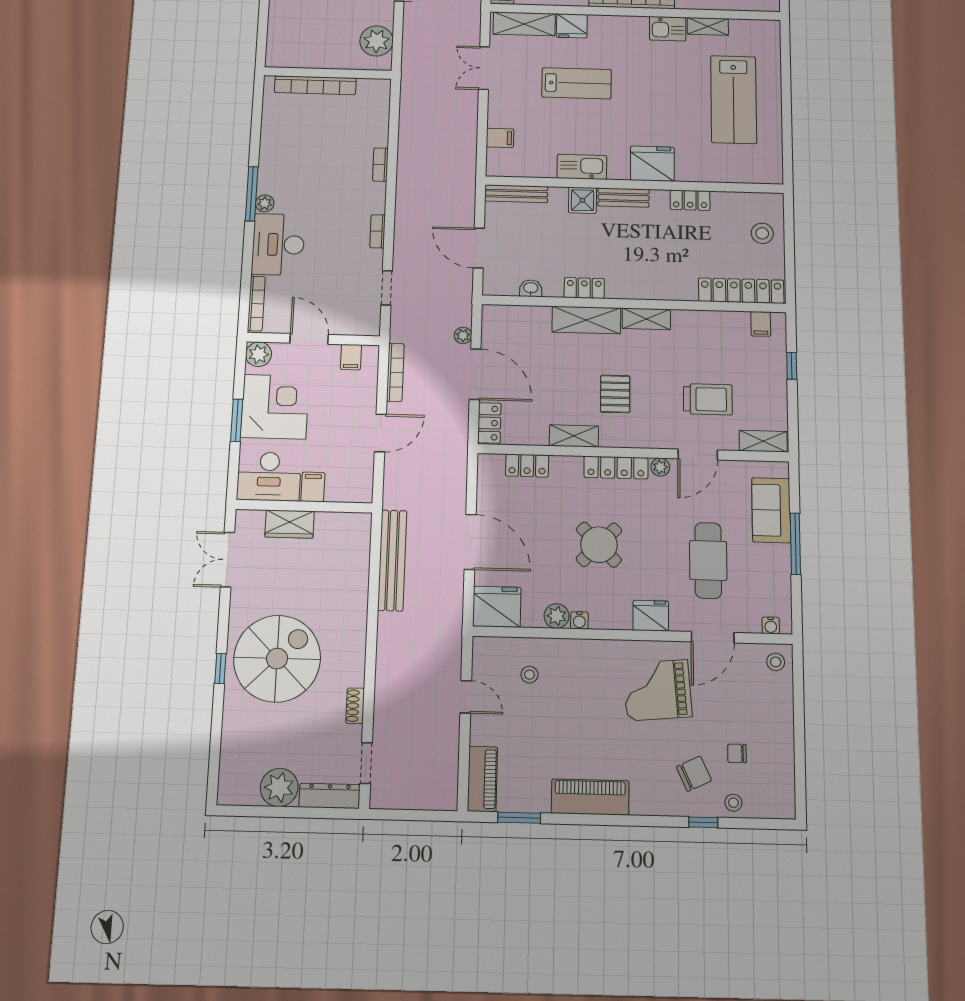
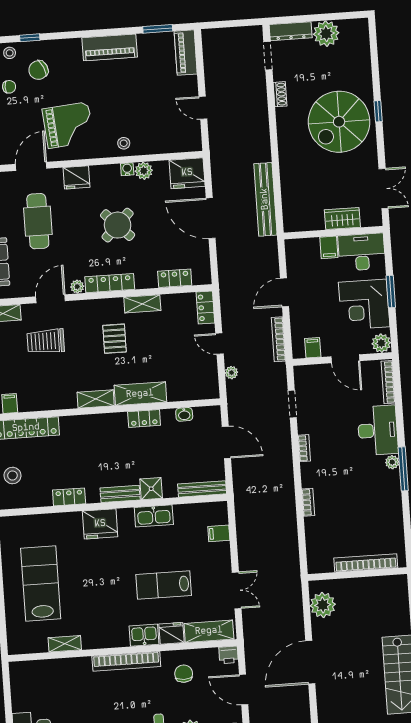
kitchen sink: (668, 29) -> (144, 635), moved
door: (475, 374) -> (219, 344), width x0.53
stool: (529, 675) -> (124, 143), moved

